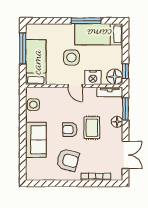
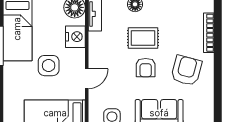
door: (75, 86) -> (87, 79), moved

